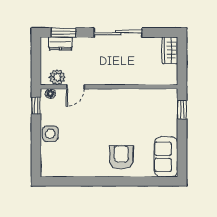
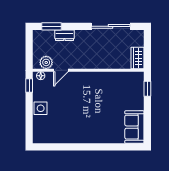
sliding door: (118, 33) -> (111, 26), moved
dresser: (60, 44) -> (64, 35), moved
wardrobe: (170, 50) -> (138, 58), moved
armchair: (121, 157) -> (98, 127), removed

